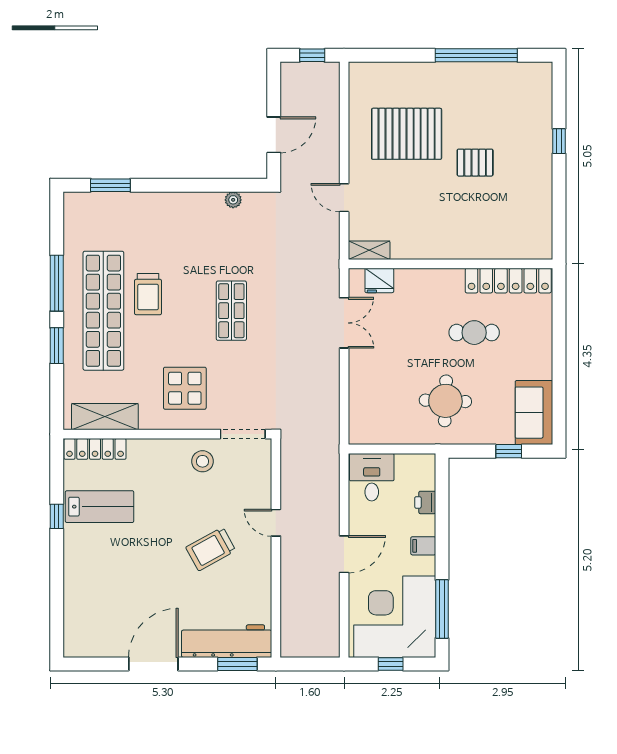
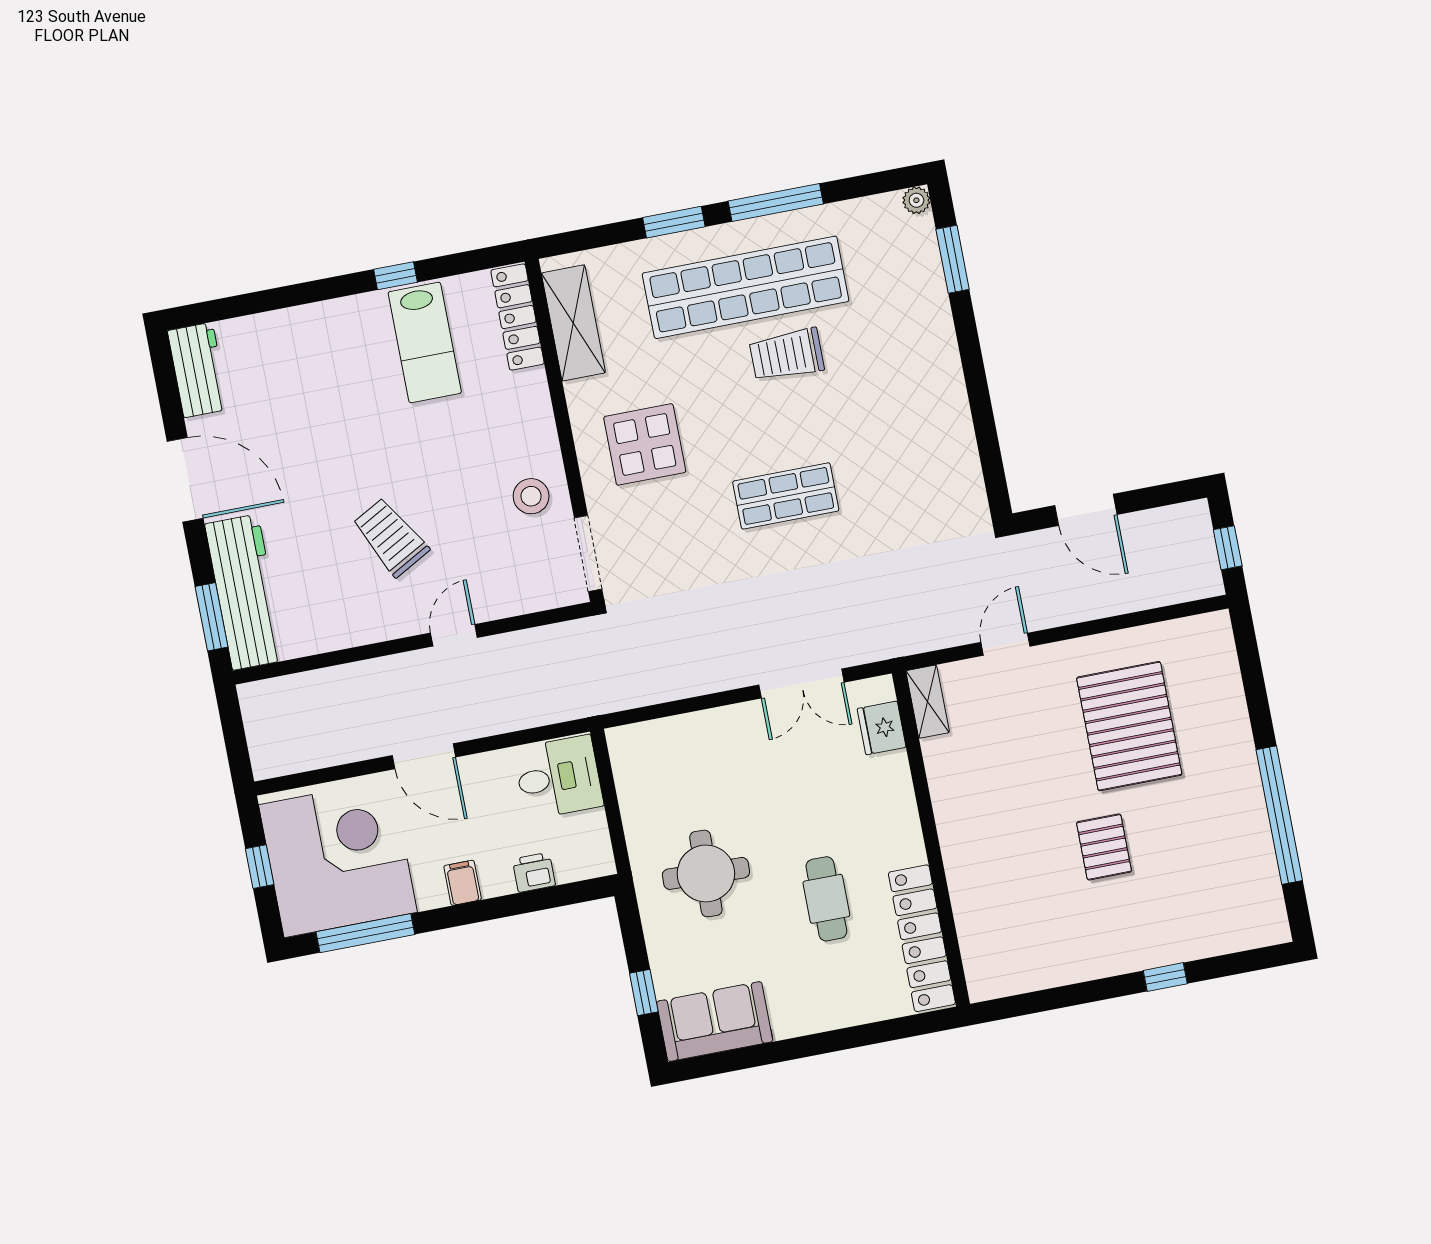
plant: (233, 200) -> (916, 200), moved
workbench: (90, 644) -> (198, 370), added

